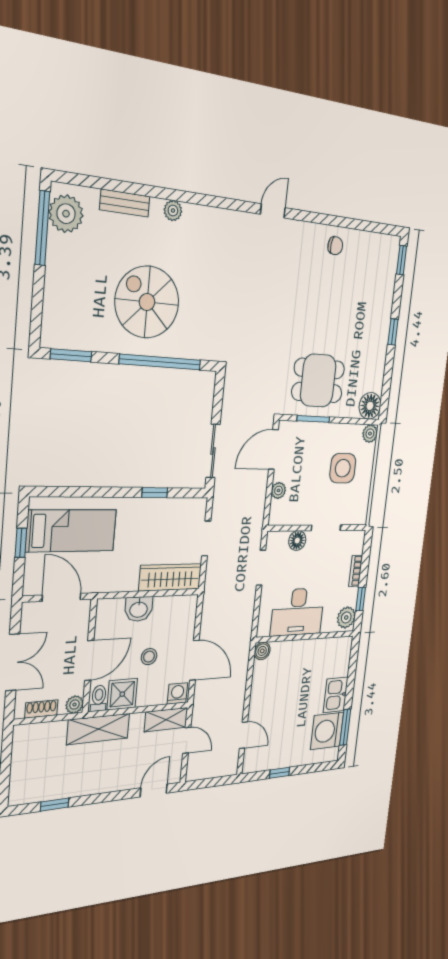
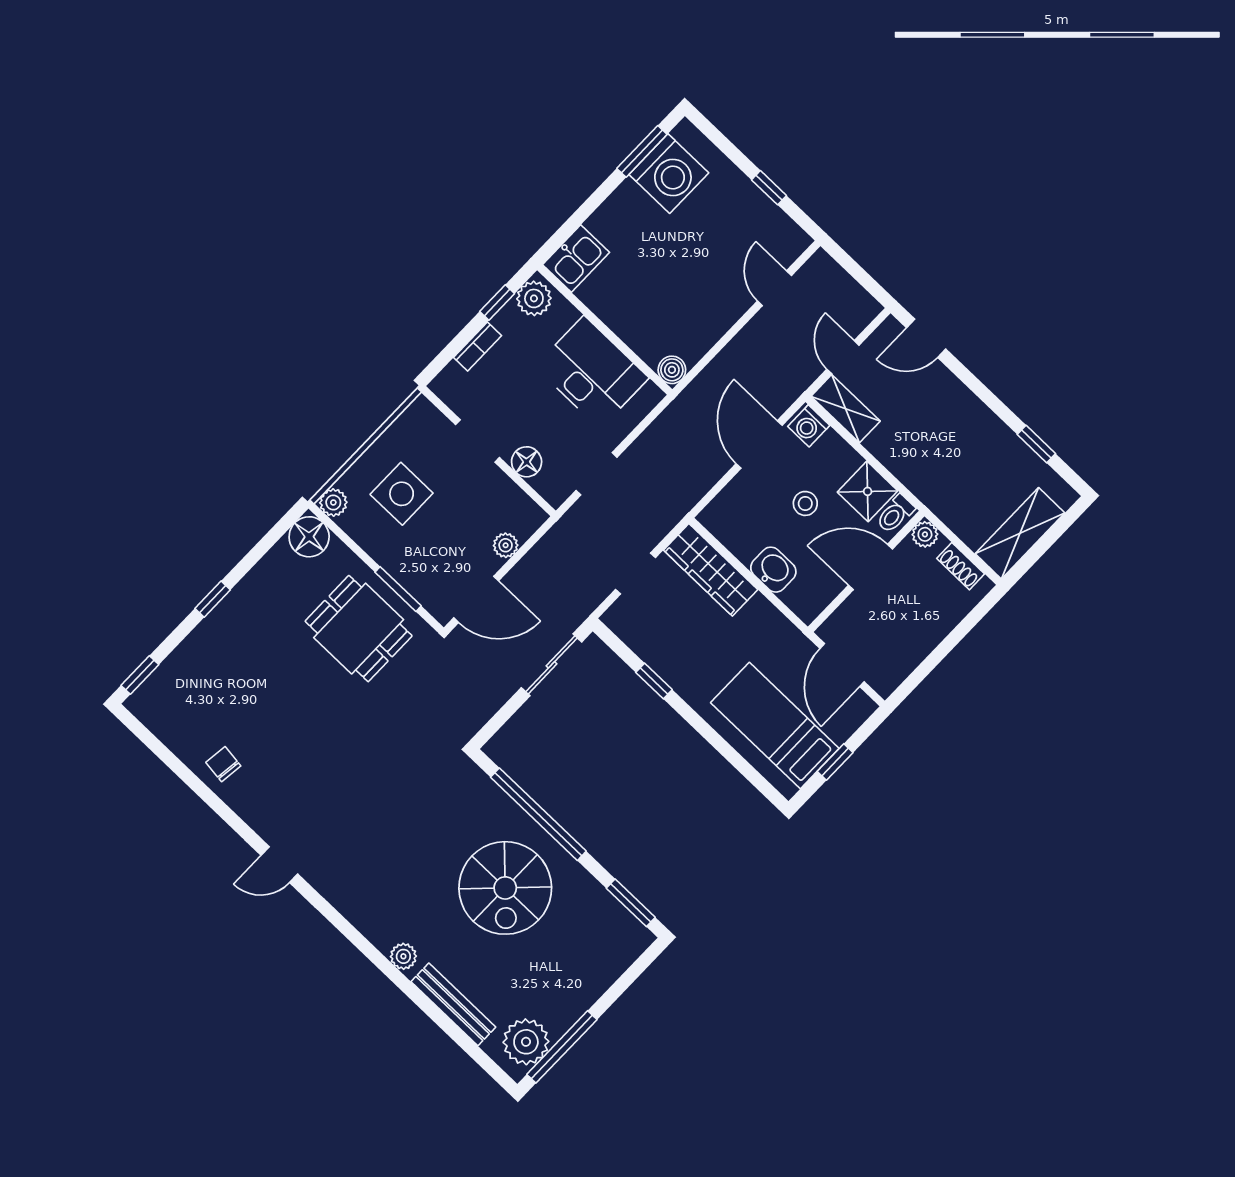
bench: (125, 203) -> (453, 1004), width x1.36
double door: (13, 662) -> (946, 646), removed
kitchen sink: (336, 695) -> (576, 258), moved
shelving: (98, 729) -> (1020, 533), moved, turned 90

